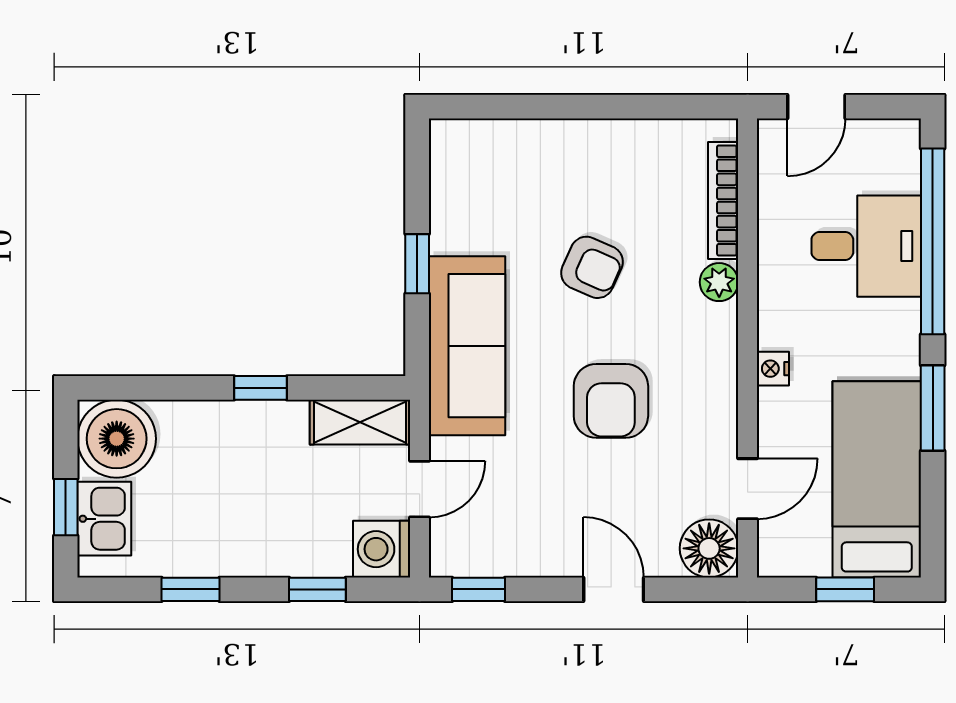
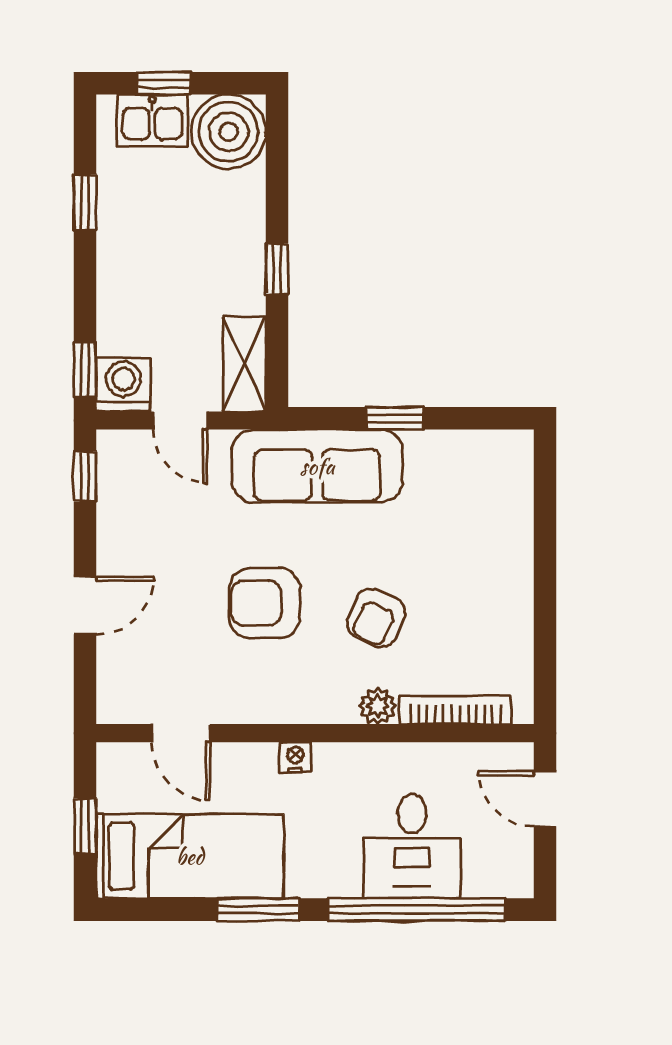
armchair: (592, 267) -> (376, 618), moved
floor lamp: (709, 548) -> (124, 696), removed
window: (317, 589) -> (85, 370), moved

